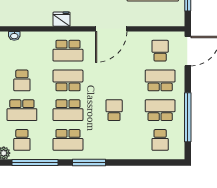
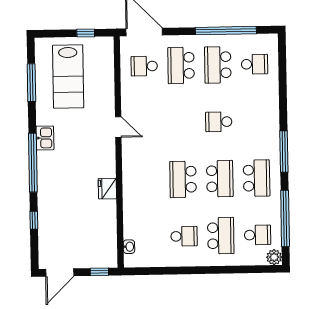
door: (111, 29) -> (118, 127), width x0.53
school desk: (68, 51) -> (146, 180), removed

